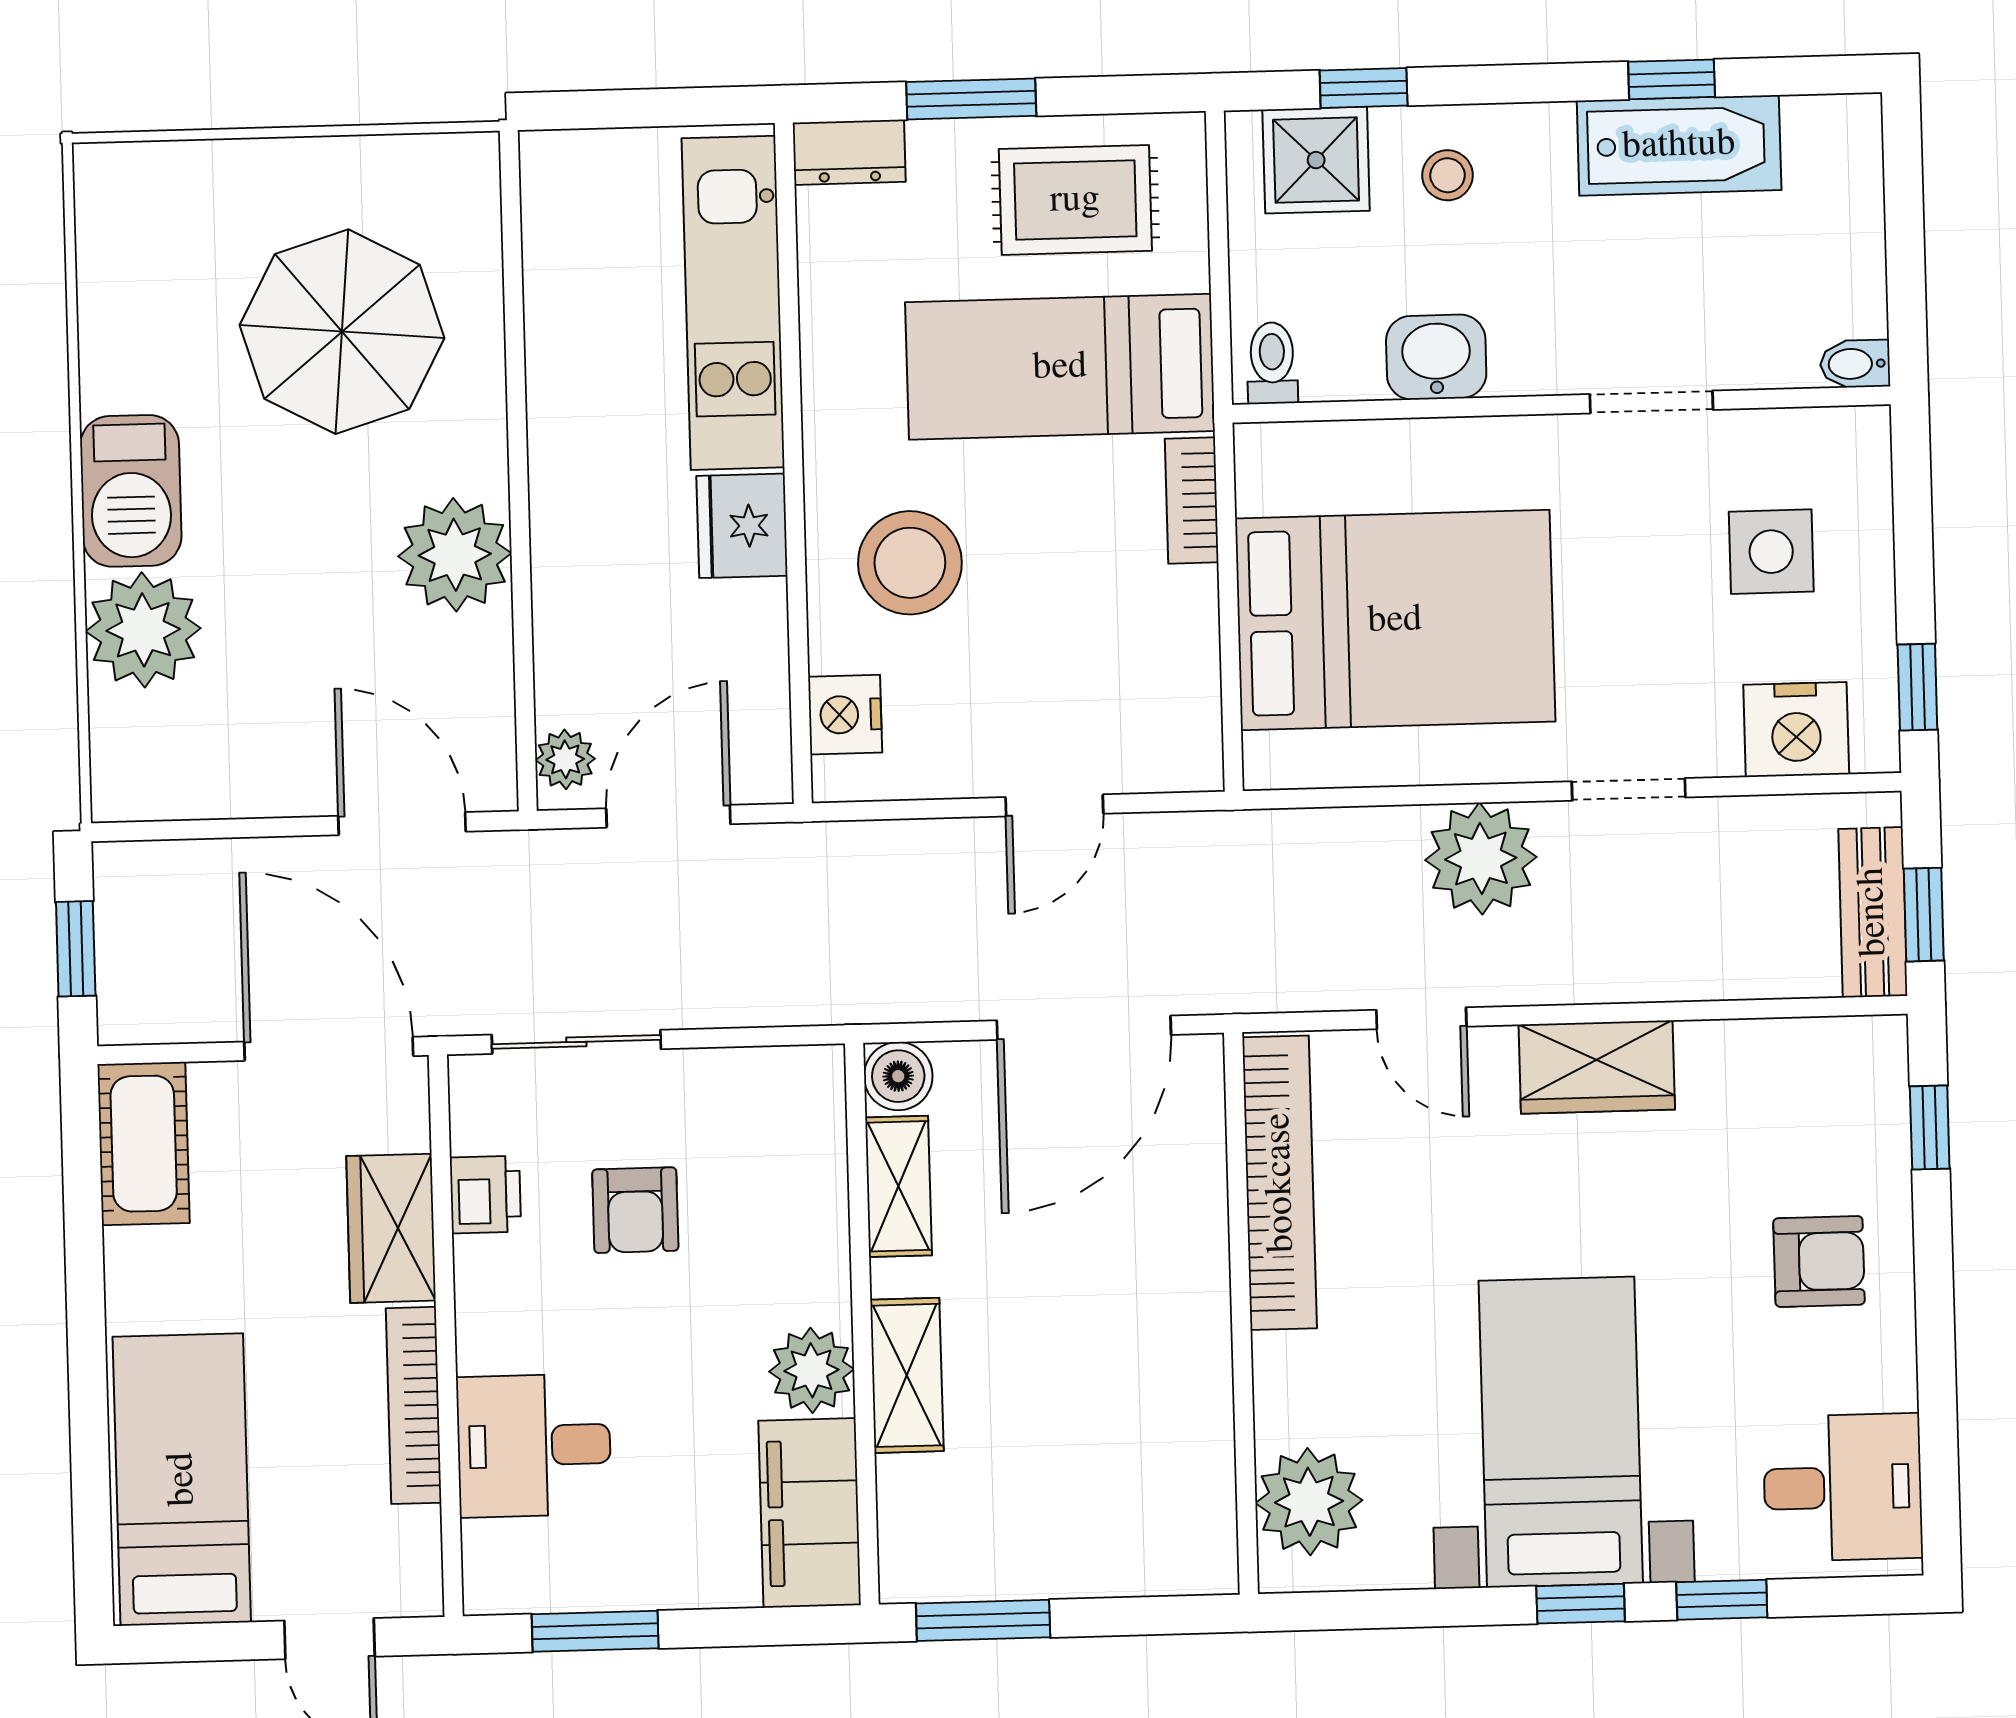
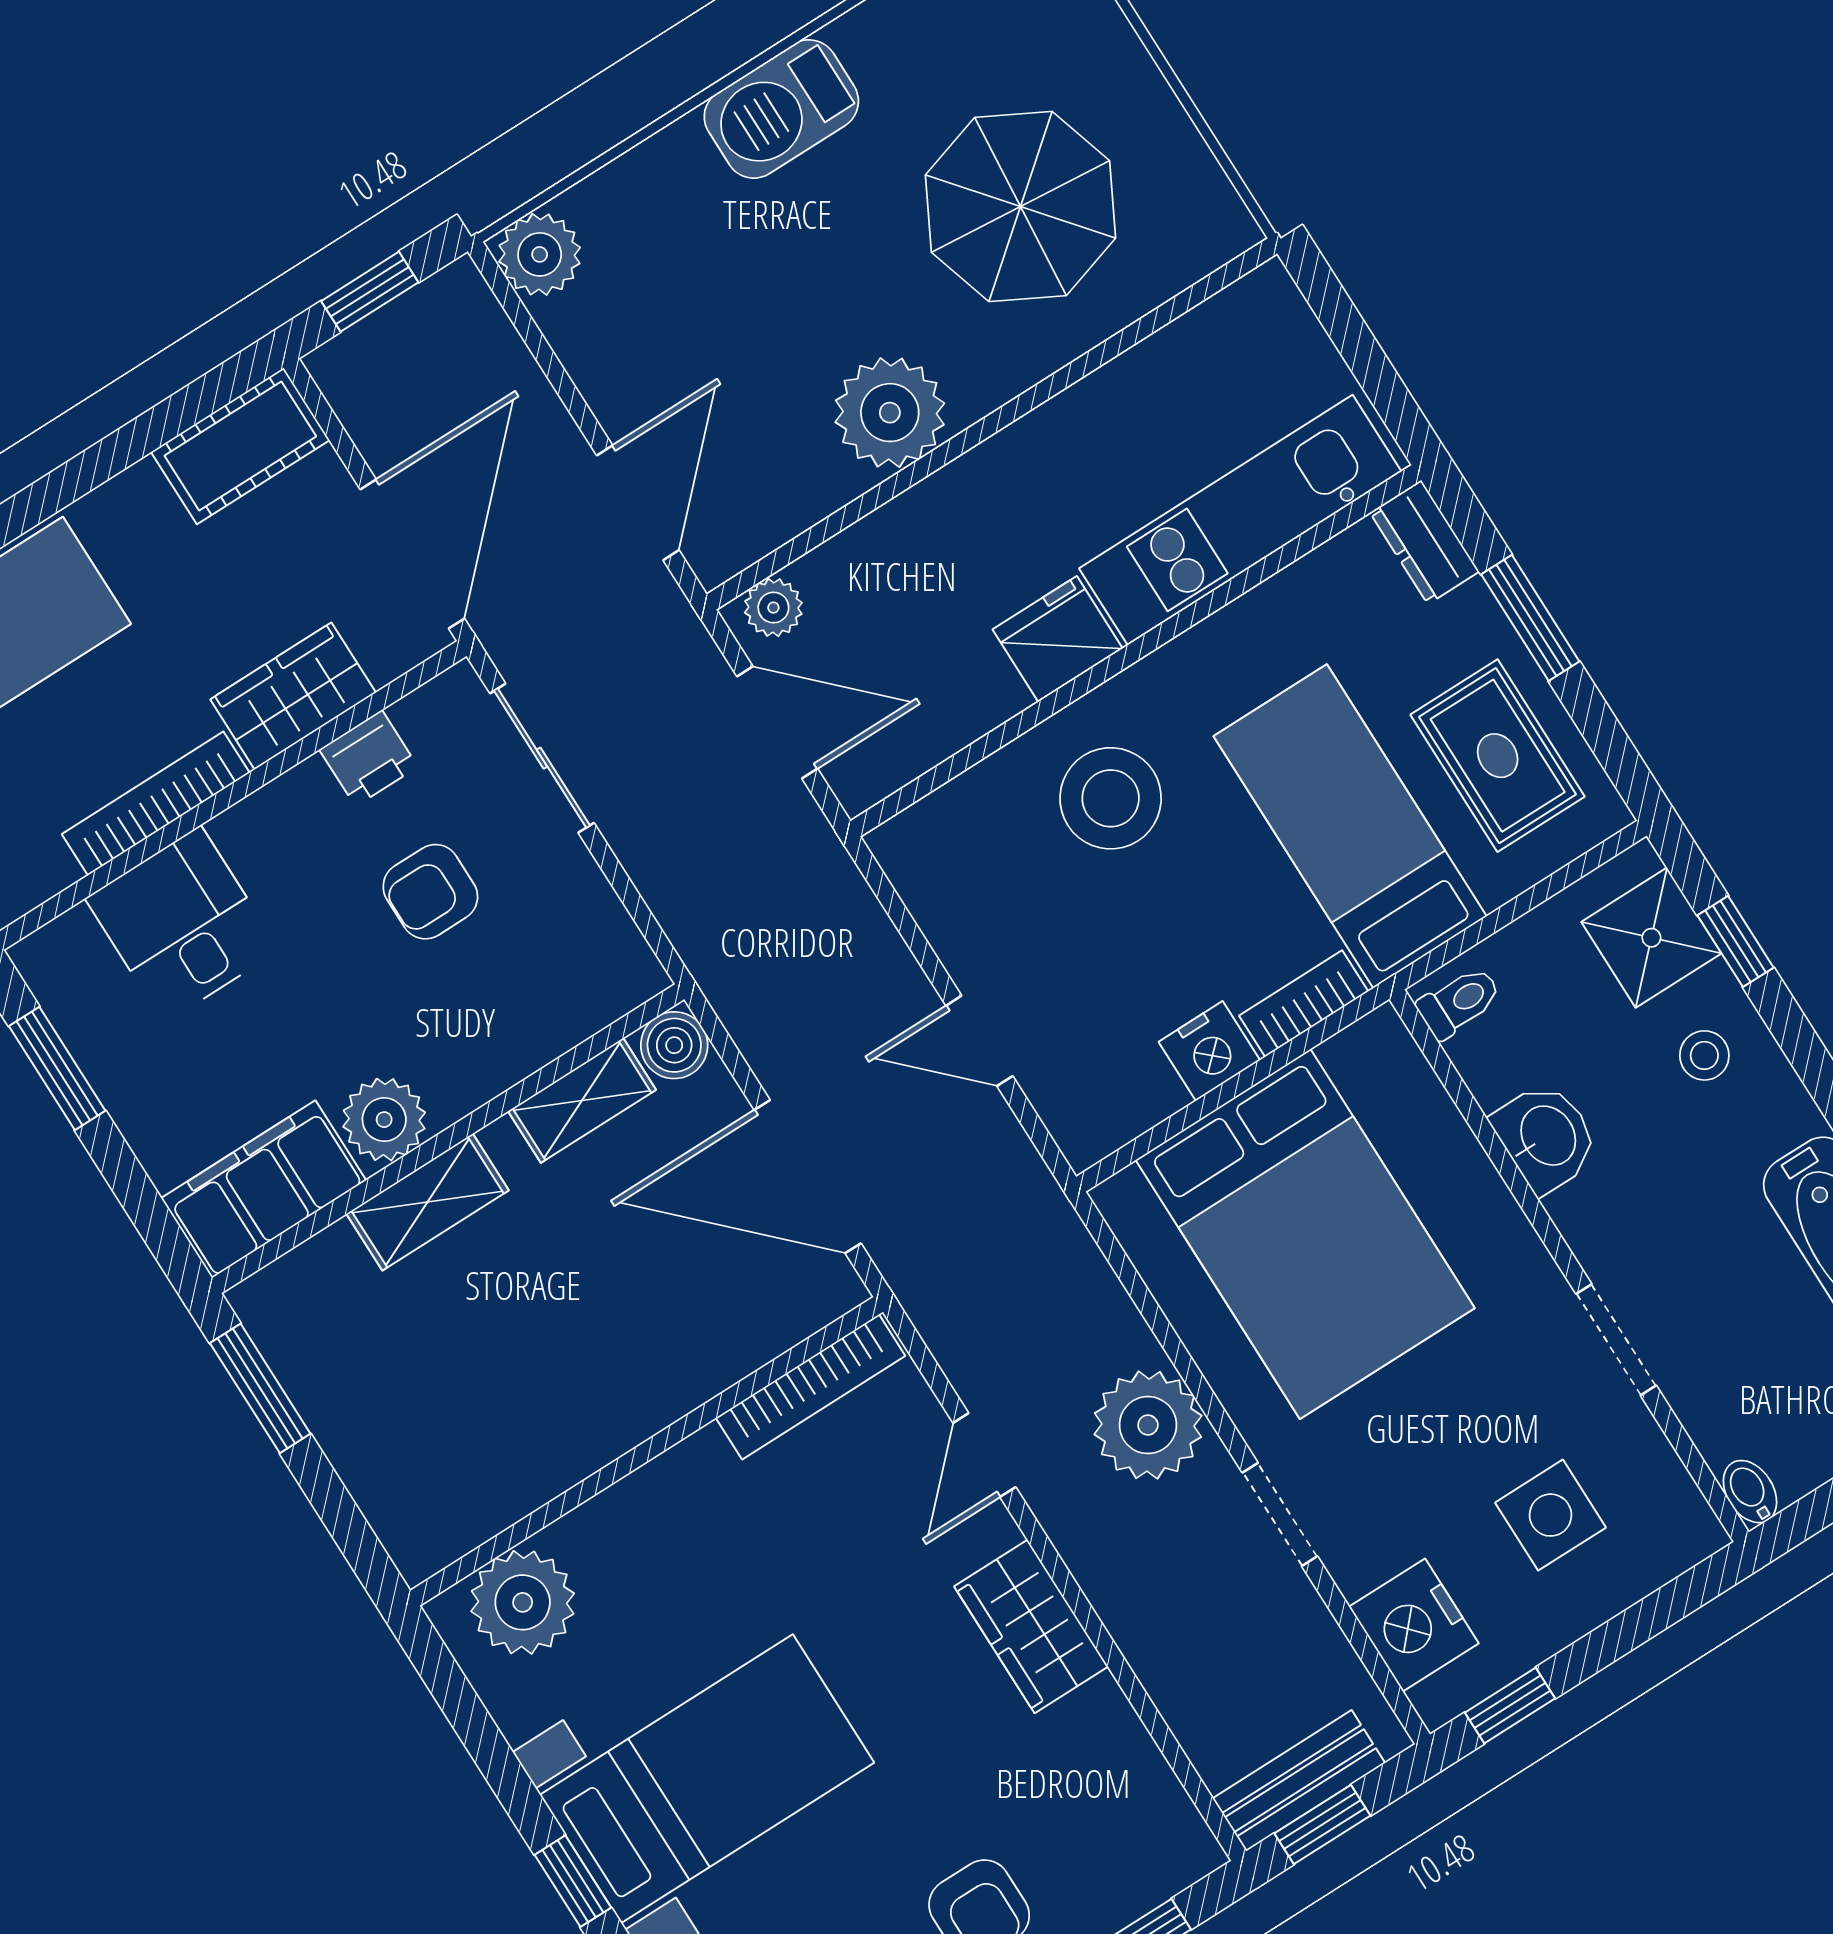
plant: (143, 630) -> (540, 254), moved, width x0.73, depth x0.73
nightstand: (845, 715) -> (1209, 1051), moved, turned 180
bookcase: (1280, 1183) -> (810, 1387), width x0.68, depth x0.76

